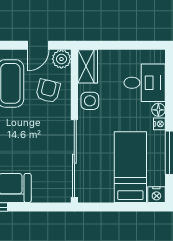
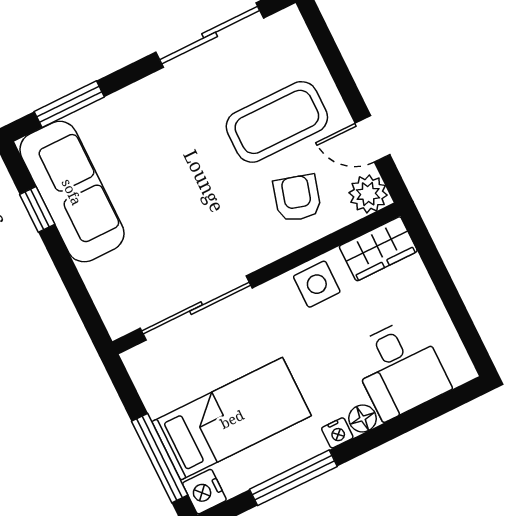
armchair: (48, 91) -> (297, 198), turned -88
sliding door: (74, 159) -> (196, 308), width x0.73
window: (132, 207) -> (160, 458), added

